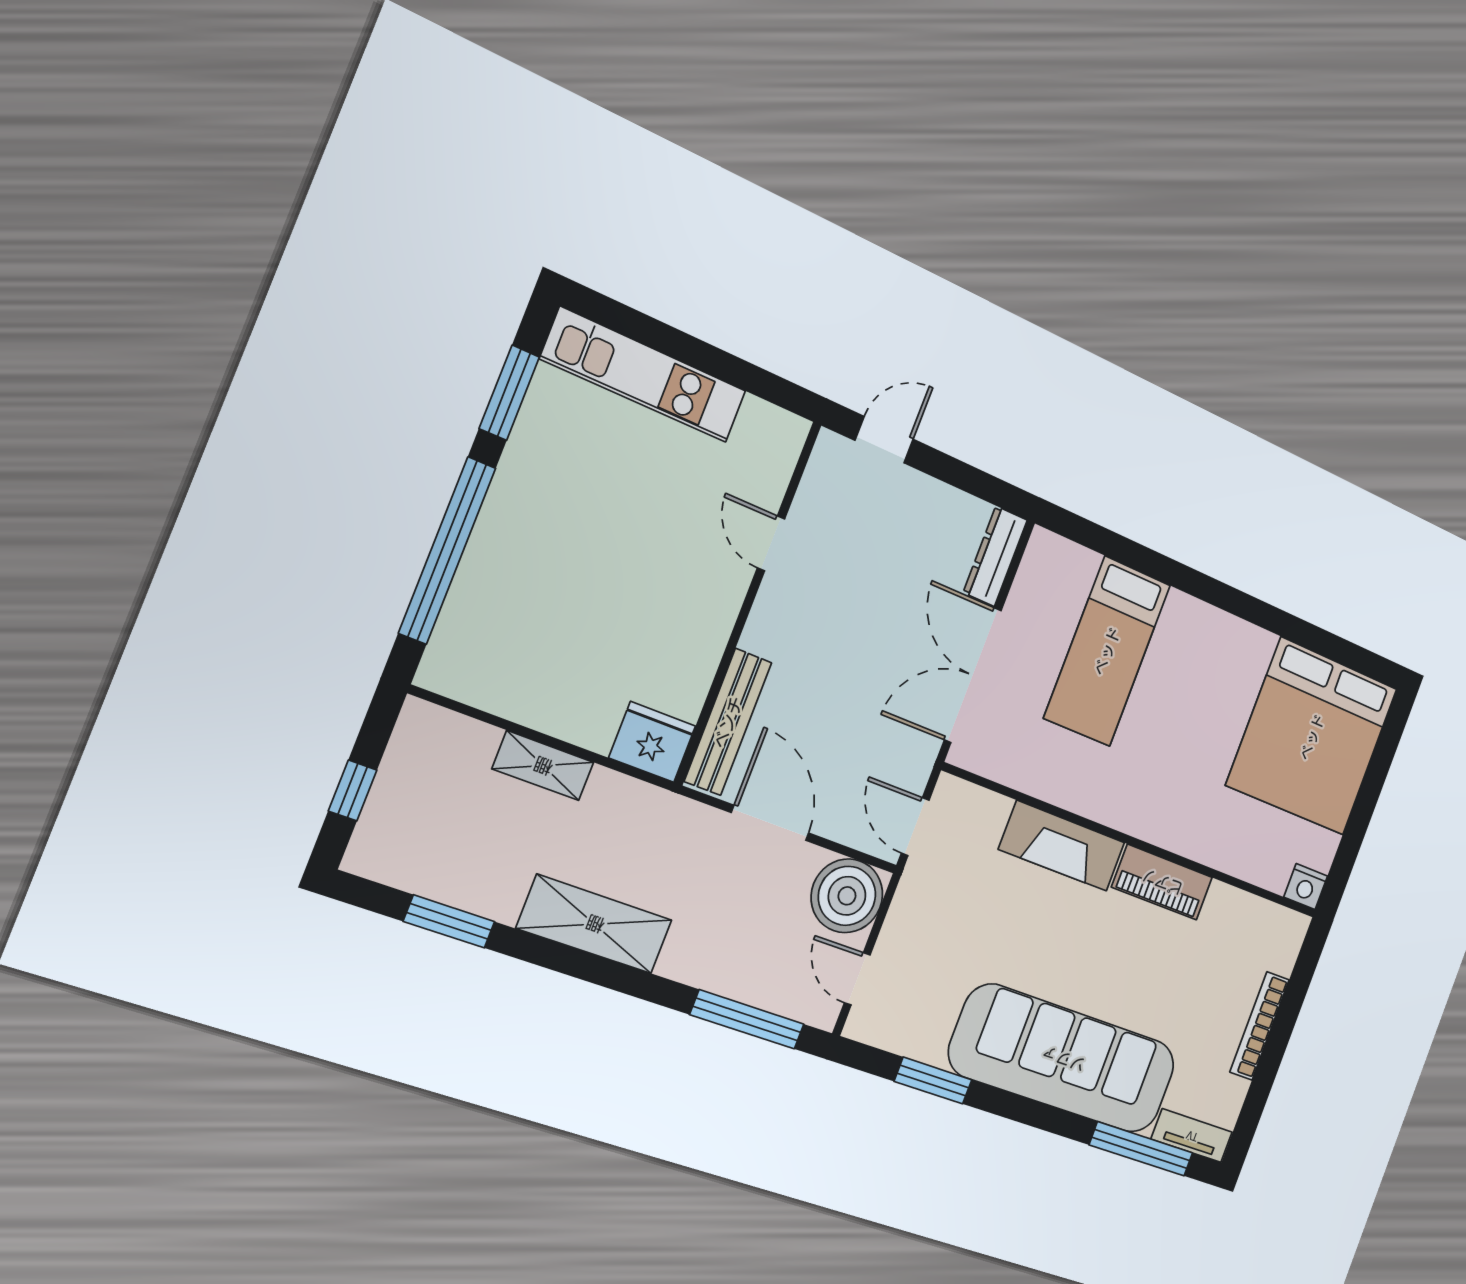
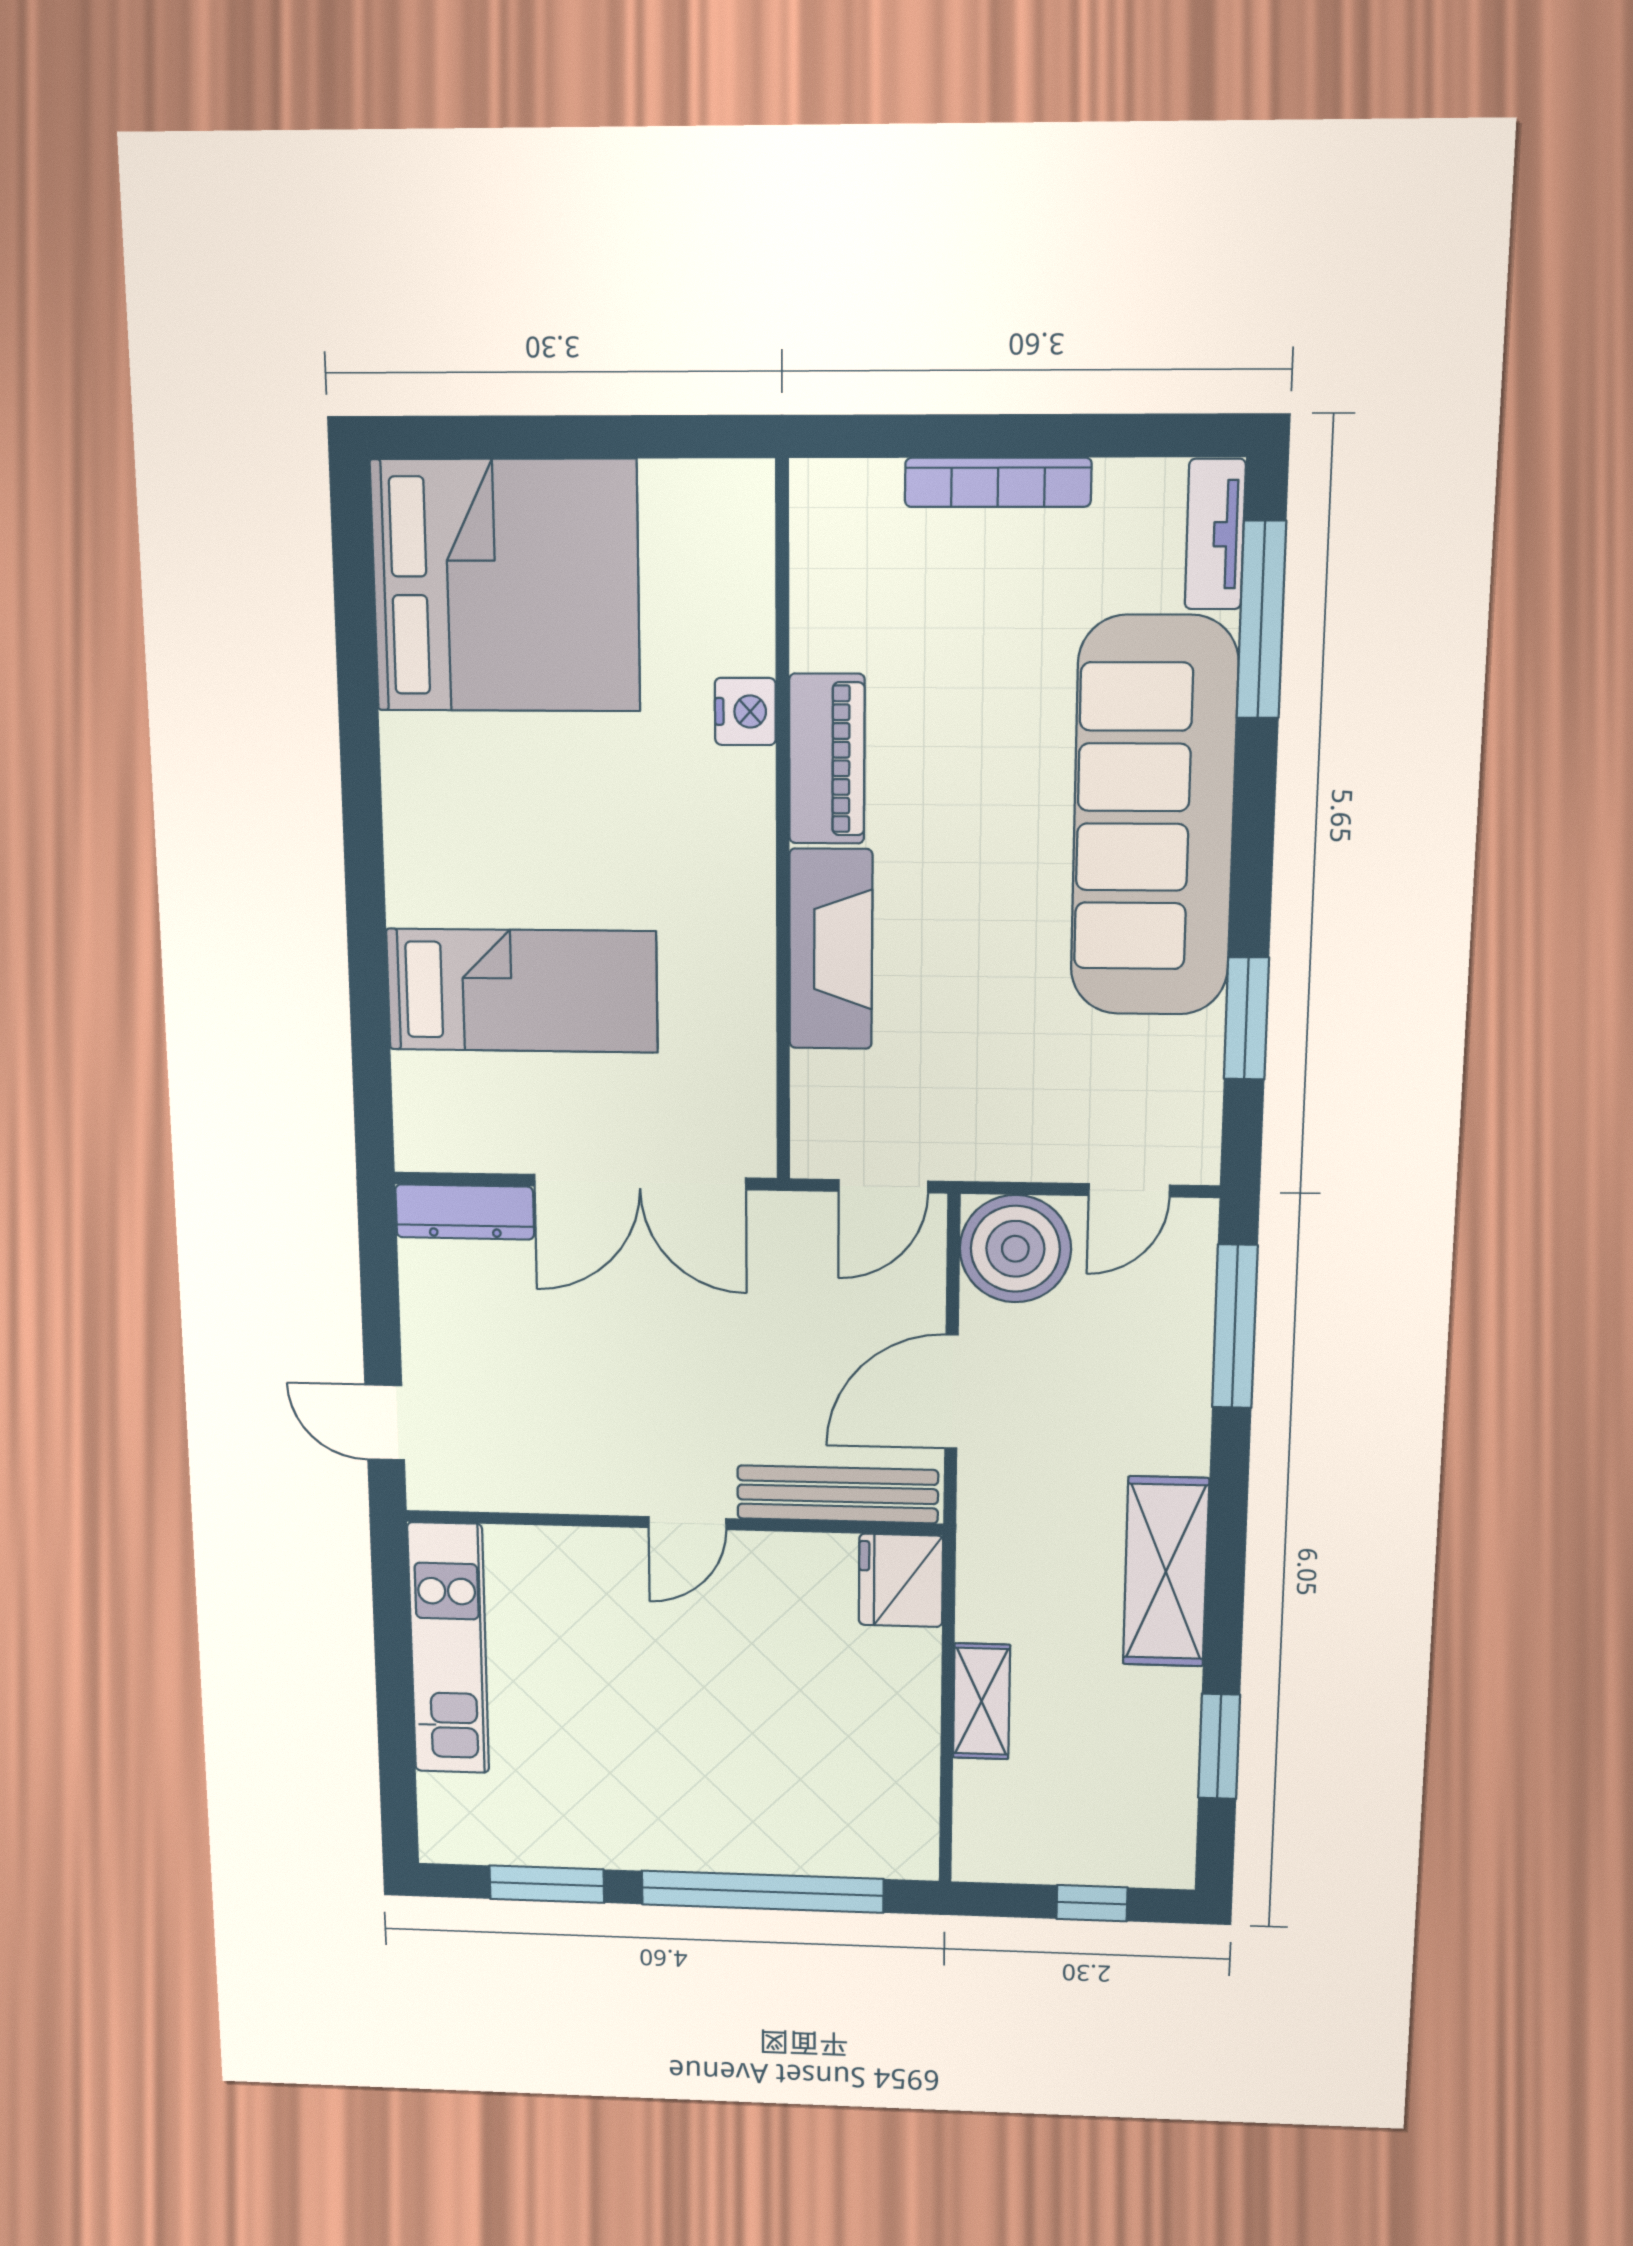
kitchen unit: (644, 375) -> (448, 1649), moved
door: (771, 543) -> (687, 1523), moved
nightstand: (1306, 887) -> (745, 711), moved

